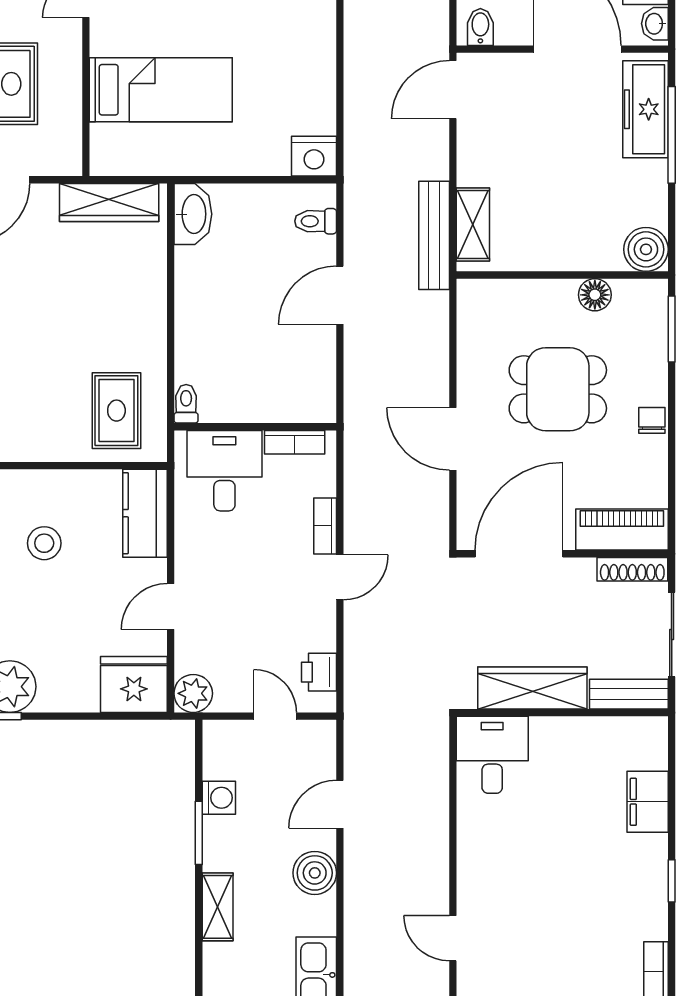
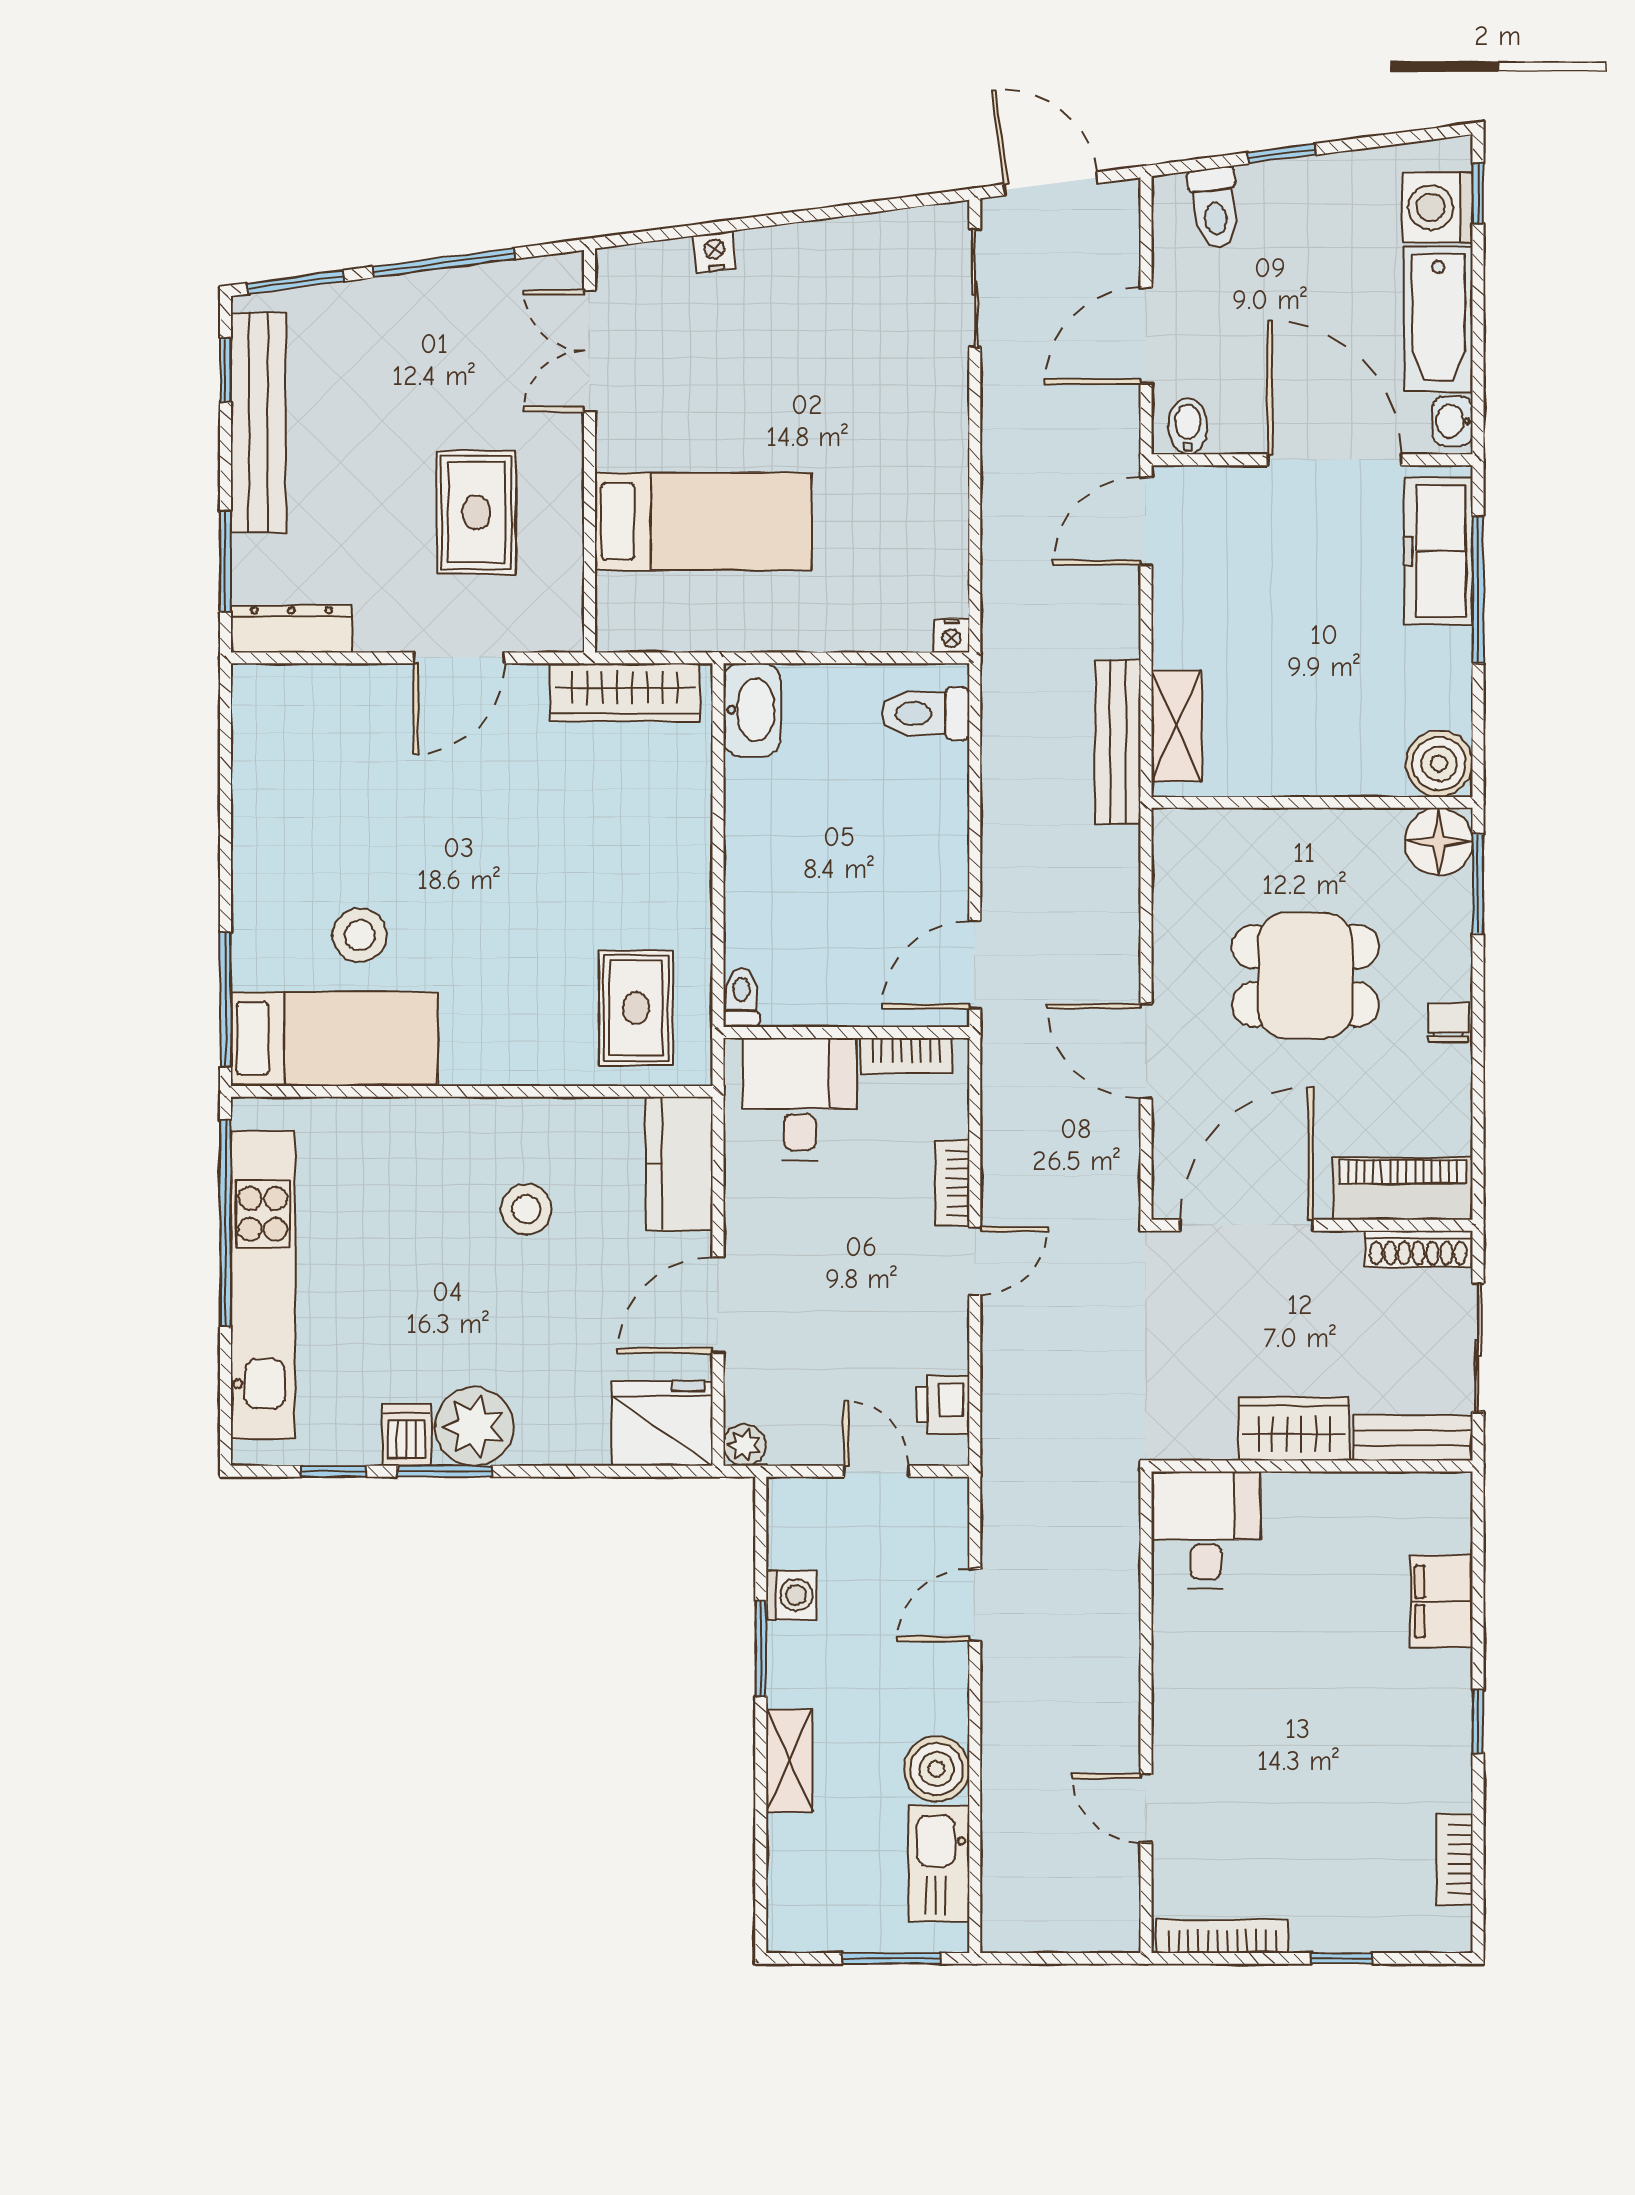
nightstand: (314, 156) -> (951, 636), width x0.53, depth x0.56
toilet: (316, 221) -> (926, 714), width x1.37, depth x1.39
door: (340, 295) -> (975, 965), moved
floor lamp: (595, 295) -> (1439, 842), moved, width x1.38, depth x1.38
door: (171, 607) -> (718, 1305), width x1.38
wardrobe: (532, 688) -> (1294, 1429), width x0.67
plant: (193, 693) -> (744, 1445), width x0.73, depth x0.73
boiler: (315, 873) -> (937, 1769), moved

